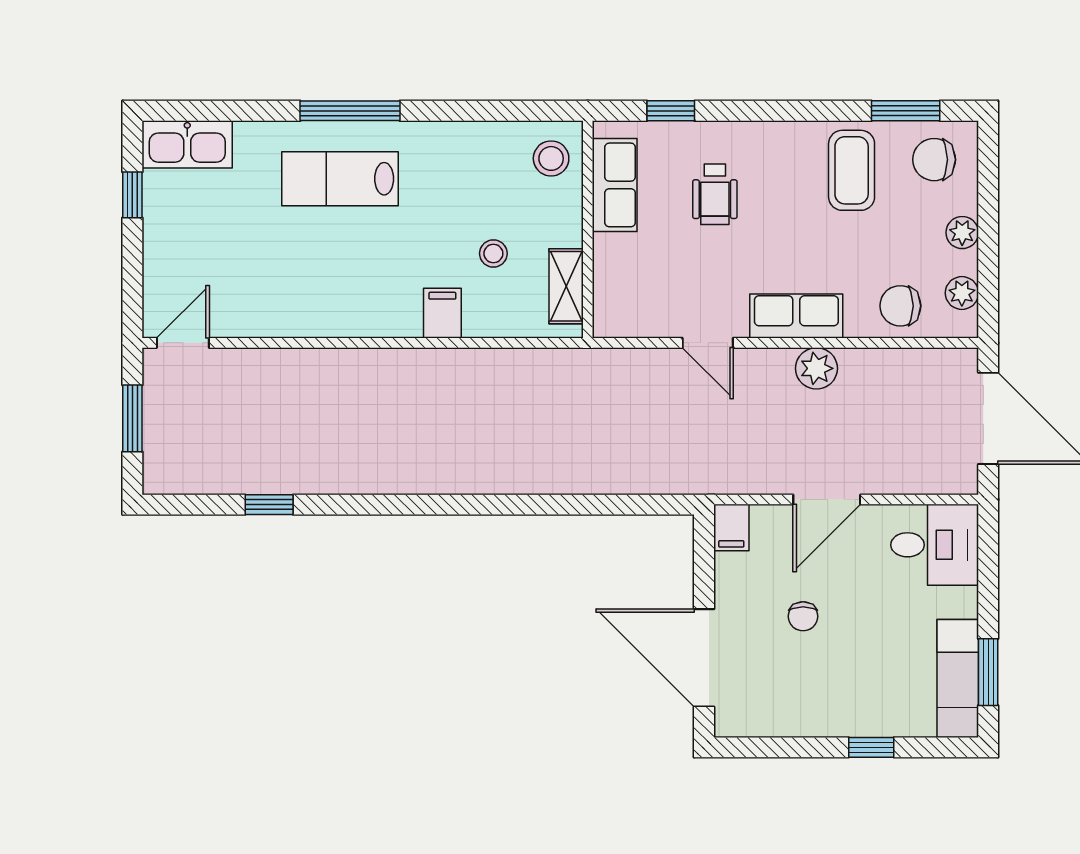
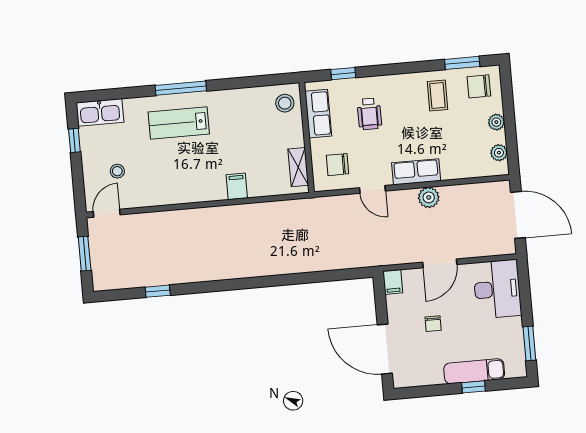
coffee table: (852, 170) -> (438, 96), width x0.73, depth x0.77
stool: (493, 253) -> (117, 171), moved
chair: (900, 306) -> (337, 165), moved
desk: (935, 545) -> (497, 289), width x1.37
exam couch: (958, 678) -> (474, 371), moved, turned 90

